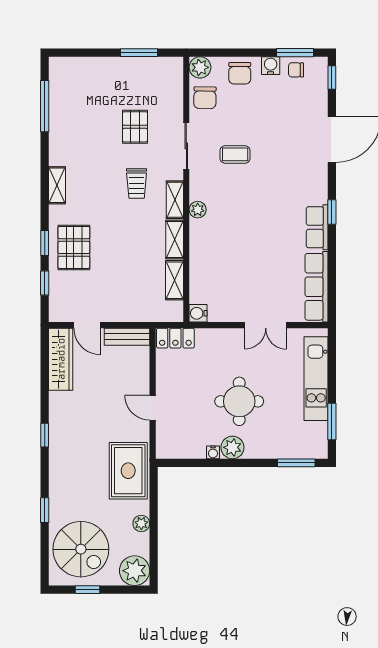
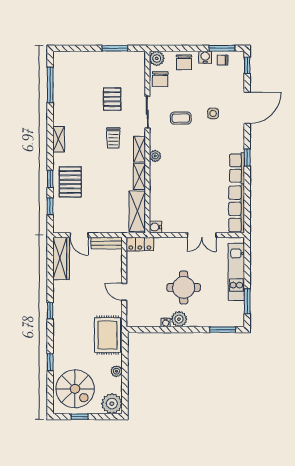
side table: (282, 148) -> (213, 113), added
shelving: (174, 280) -> (137, 211), width x1.50, depth x1.33

